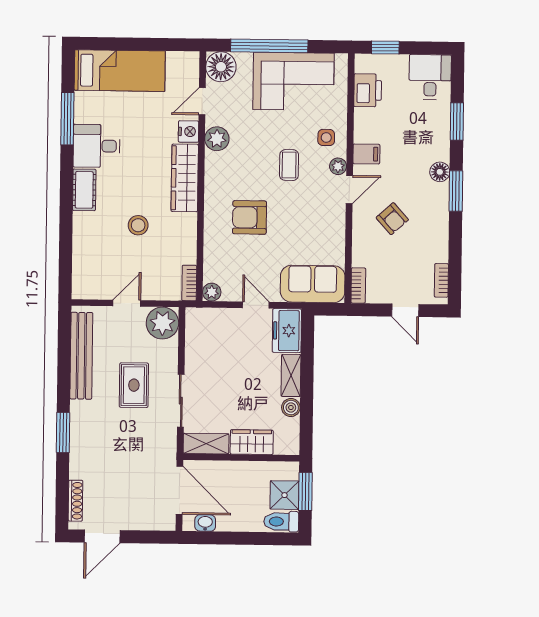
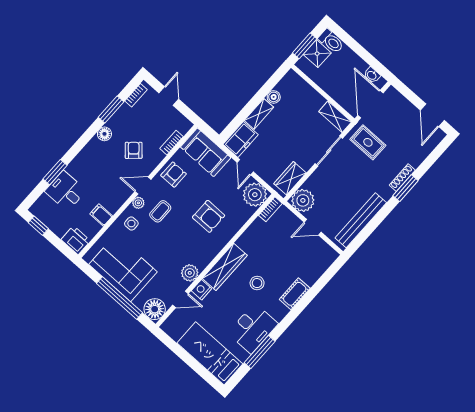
window: (385, 47) -> (38, 226), moved
desk: (430, 77) -> (65, 191), moved, turned 90
printer: (368, 90) -> (76, 240), moved, turned 90
desk: (97, 146) -> (253, 328), width x1.37
filing cabinet: (366, 154) -> (101, 215), moved
coffee table: (289, 165) -> (160, 211), moved
floor lamp: (440, 172) -> (104, 134), moved
cot: (84, 190) -> (295, 294), moved
window: (456, 191) -> (111, 109), moved
stool: (138, 225) -> (257, 283), moved
armchair: (326, 230) -> (174, 175), added
bookcase: (358, 285) -> (171, 143), moved
plant: (212, 292) -> (255, 195), width x1.87, depth x1.87
rug: (134, 385) -> (368, 142), moved, turned 90
wardrobe: (252, 442) -> (290, 178), moved, turned 90
shoe rack: (75, 501) -> (402, 178), moved
door: (102, 536) -> (432, 115), swing flipped

